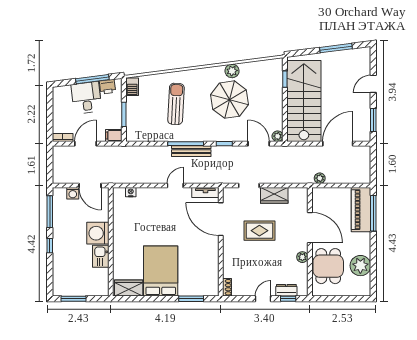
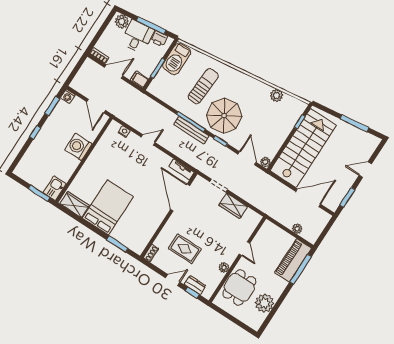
plant: (232, 71) -> (276, 95), moved
barbecue: (132, 87) -> (177, 59), width x1.88, depth x1.53
plant: (63, 93) -> (122, 21), added
parasol: (230, 100) -> (224, 116), moved
plant: (320, 178) -> (297, 229), moved
door: (175, 185) -> (148, 140), moved
washing machine: (73, 193) -> (68, 96), moved
window: (50, 212) -> (52, 106), width x0.69
door: (310, 228) -> (244, 249), width x0.53
rug: (259, 231) -> (185, 249), moved
kitchen sink: (101, 256) -> (55, 188), moved
window: (74, 299) -> (39, 193), moved

